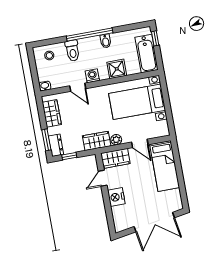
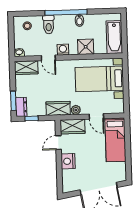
window: (155, 38) -> (124, 25), removed
wardrobe: (52, 113) -> (26, 68), moved, turned 90

